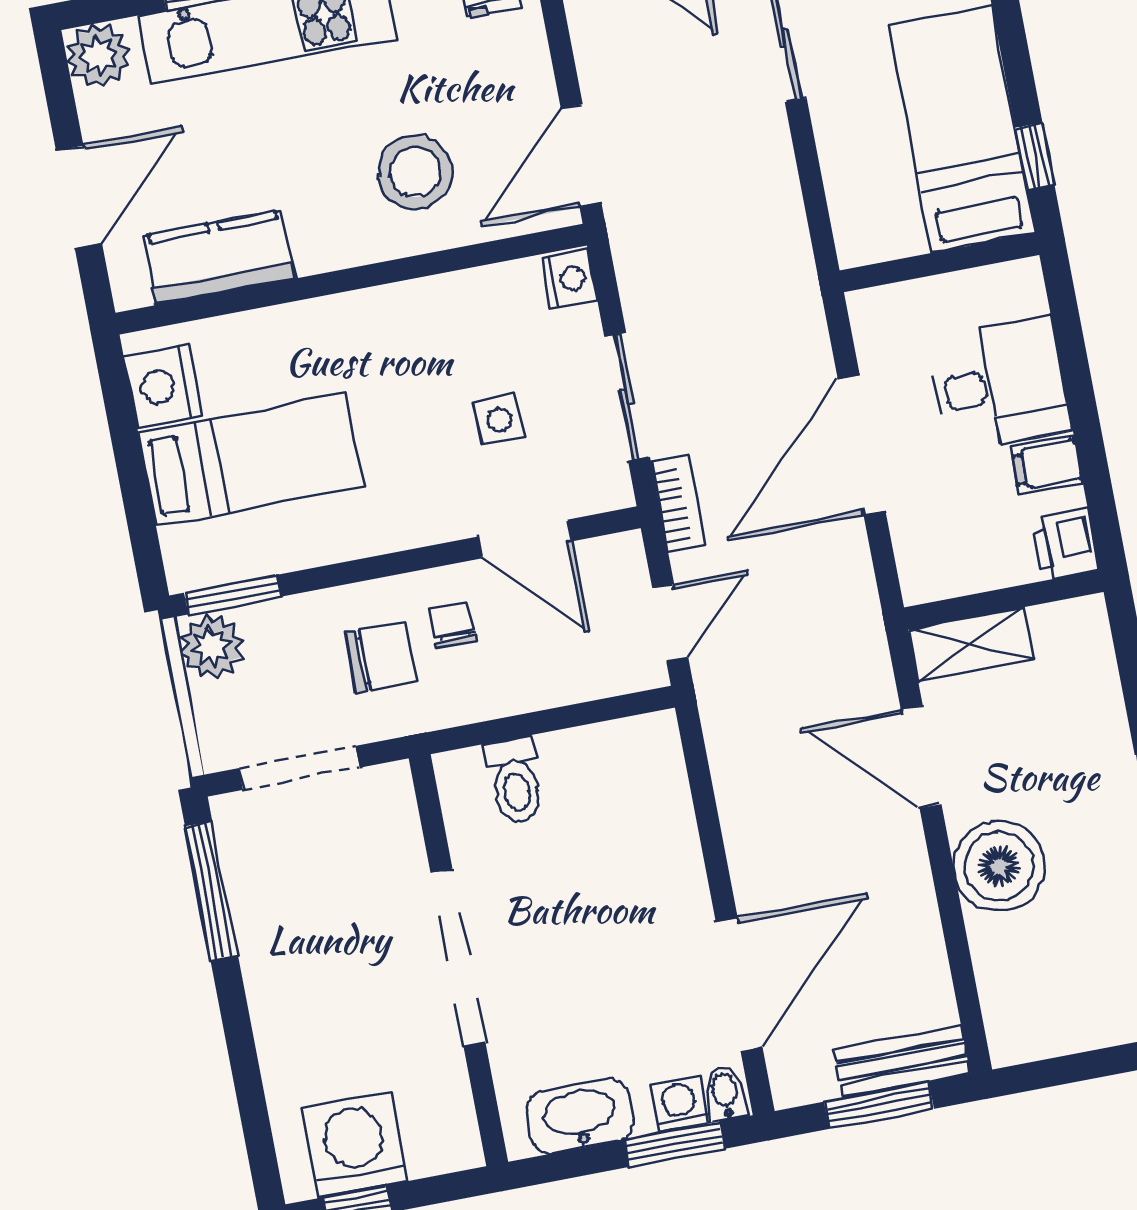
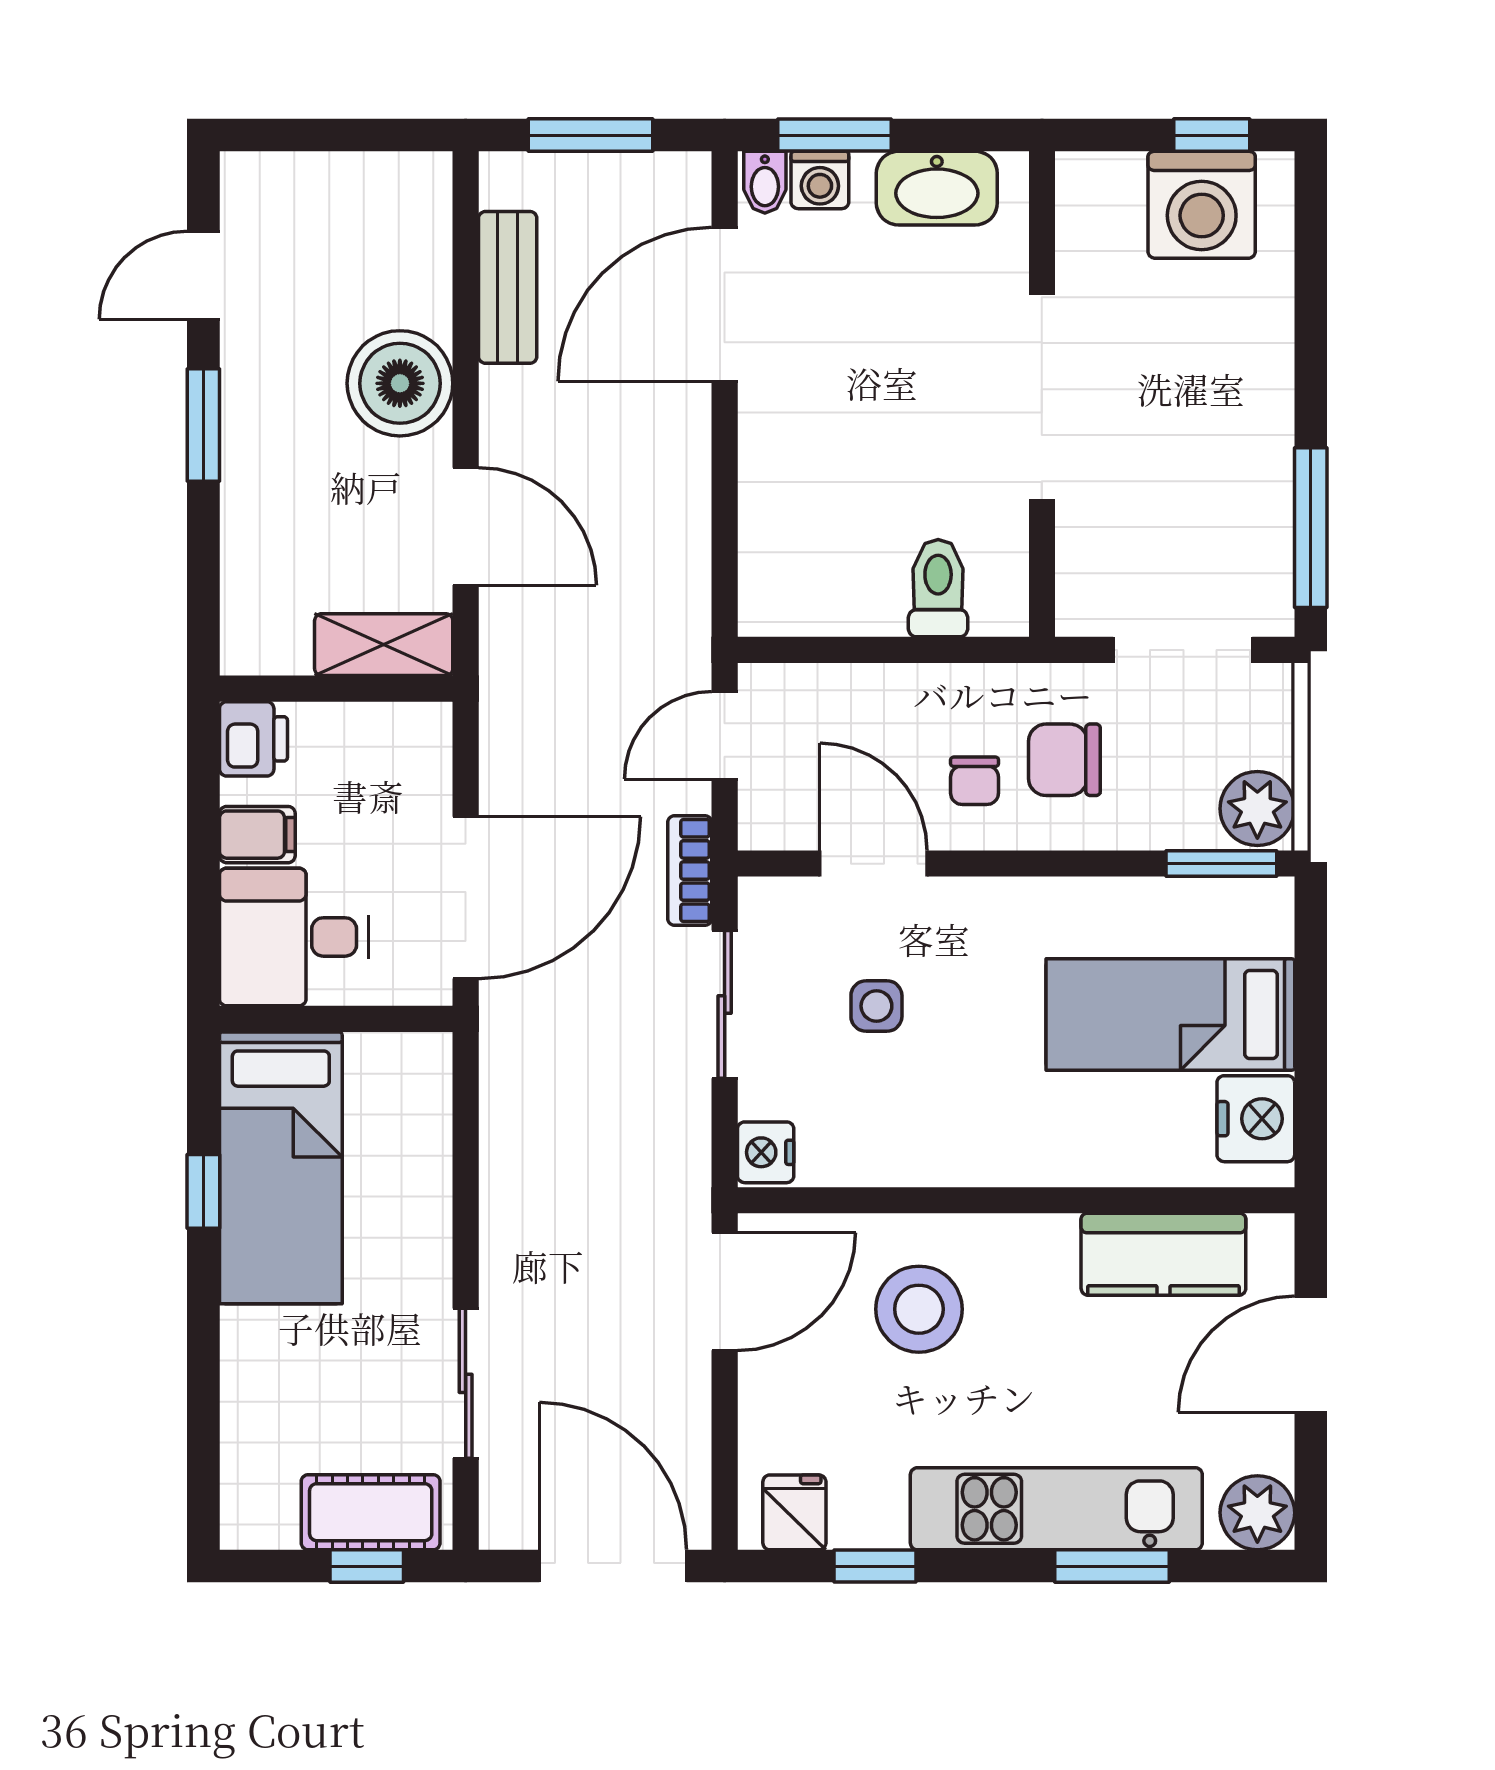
bed: (962, 129) -> (281, 1168), moved
wall: (940, 263) -> (336, 1019), moved
bench: (902, 1062) -> (508, 287), moved, turned 90

